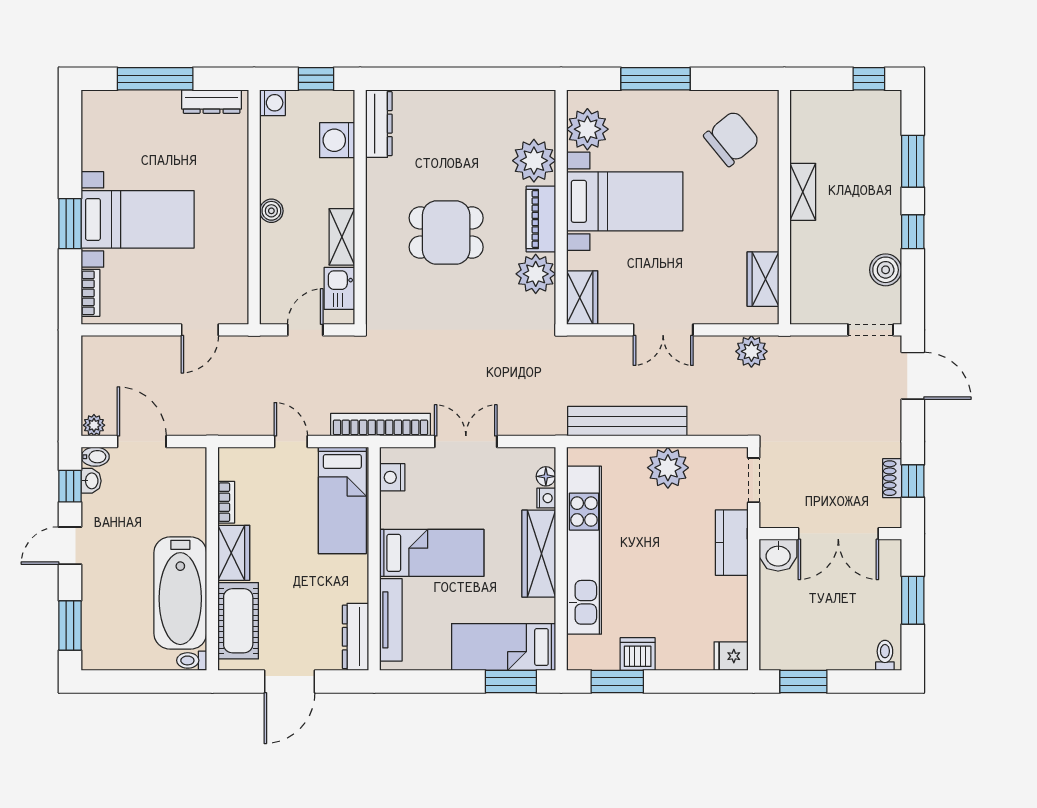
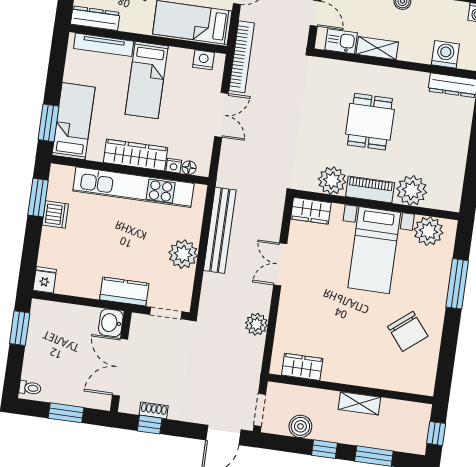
shelving: (803, 192) -> (359, 403), moved
wall: (784, 207) -> (351, 389), moved
wardrobe: (763, 279) -> (302, 367), moved

